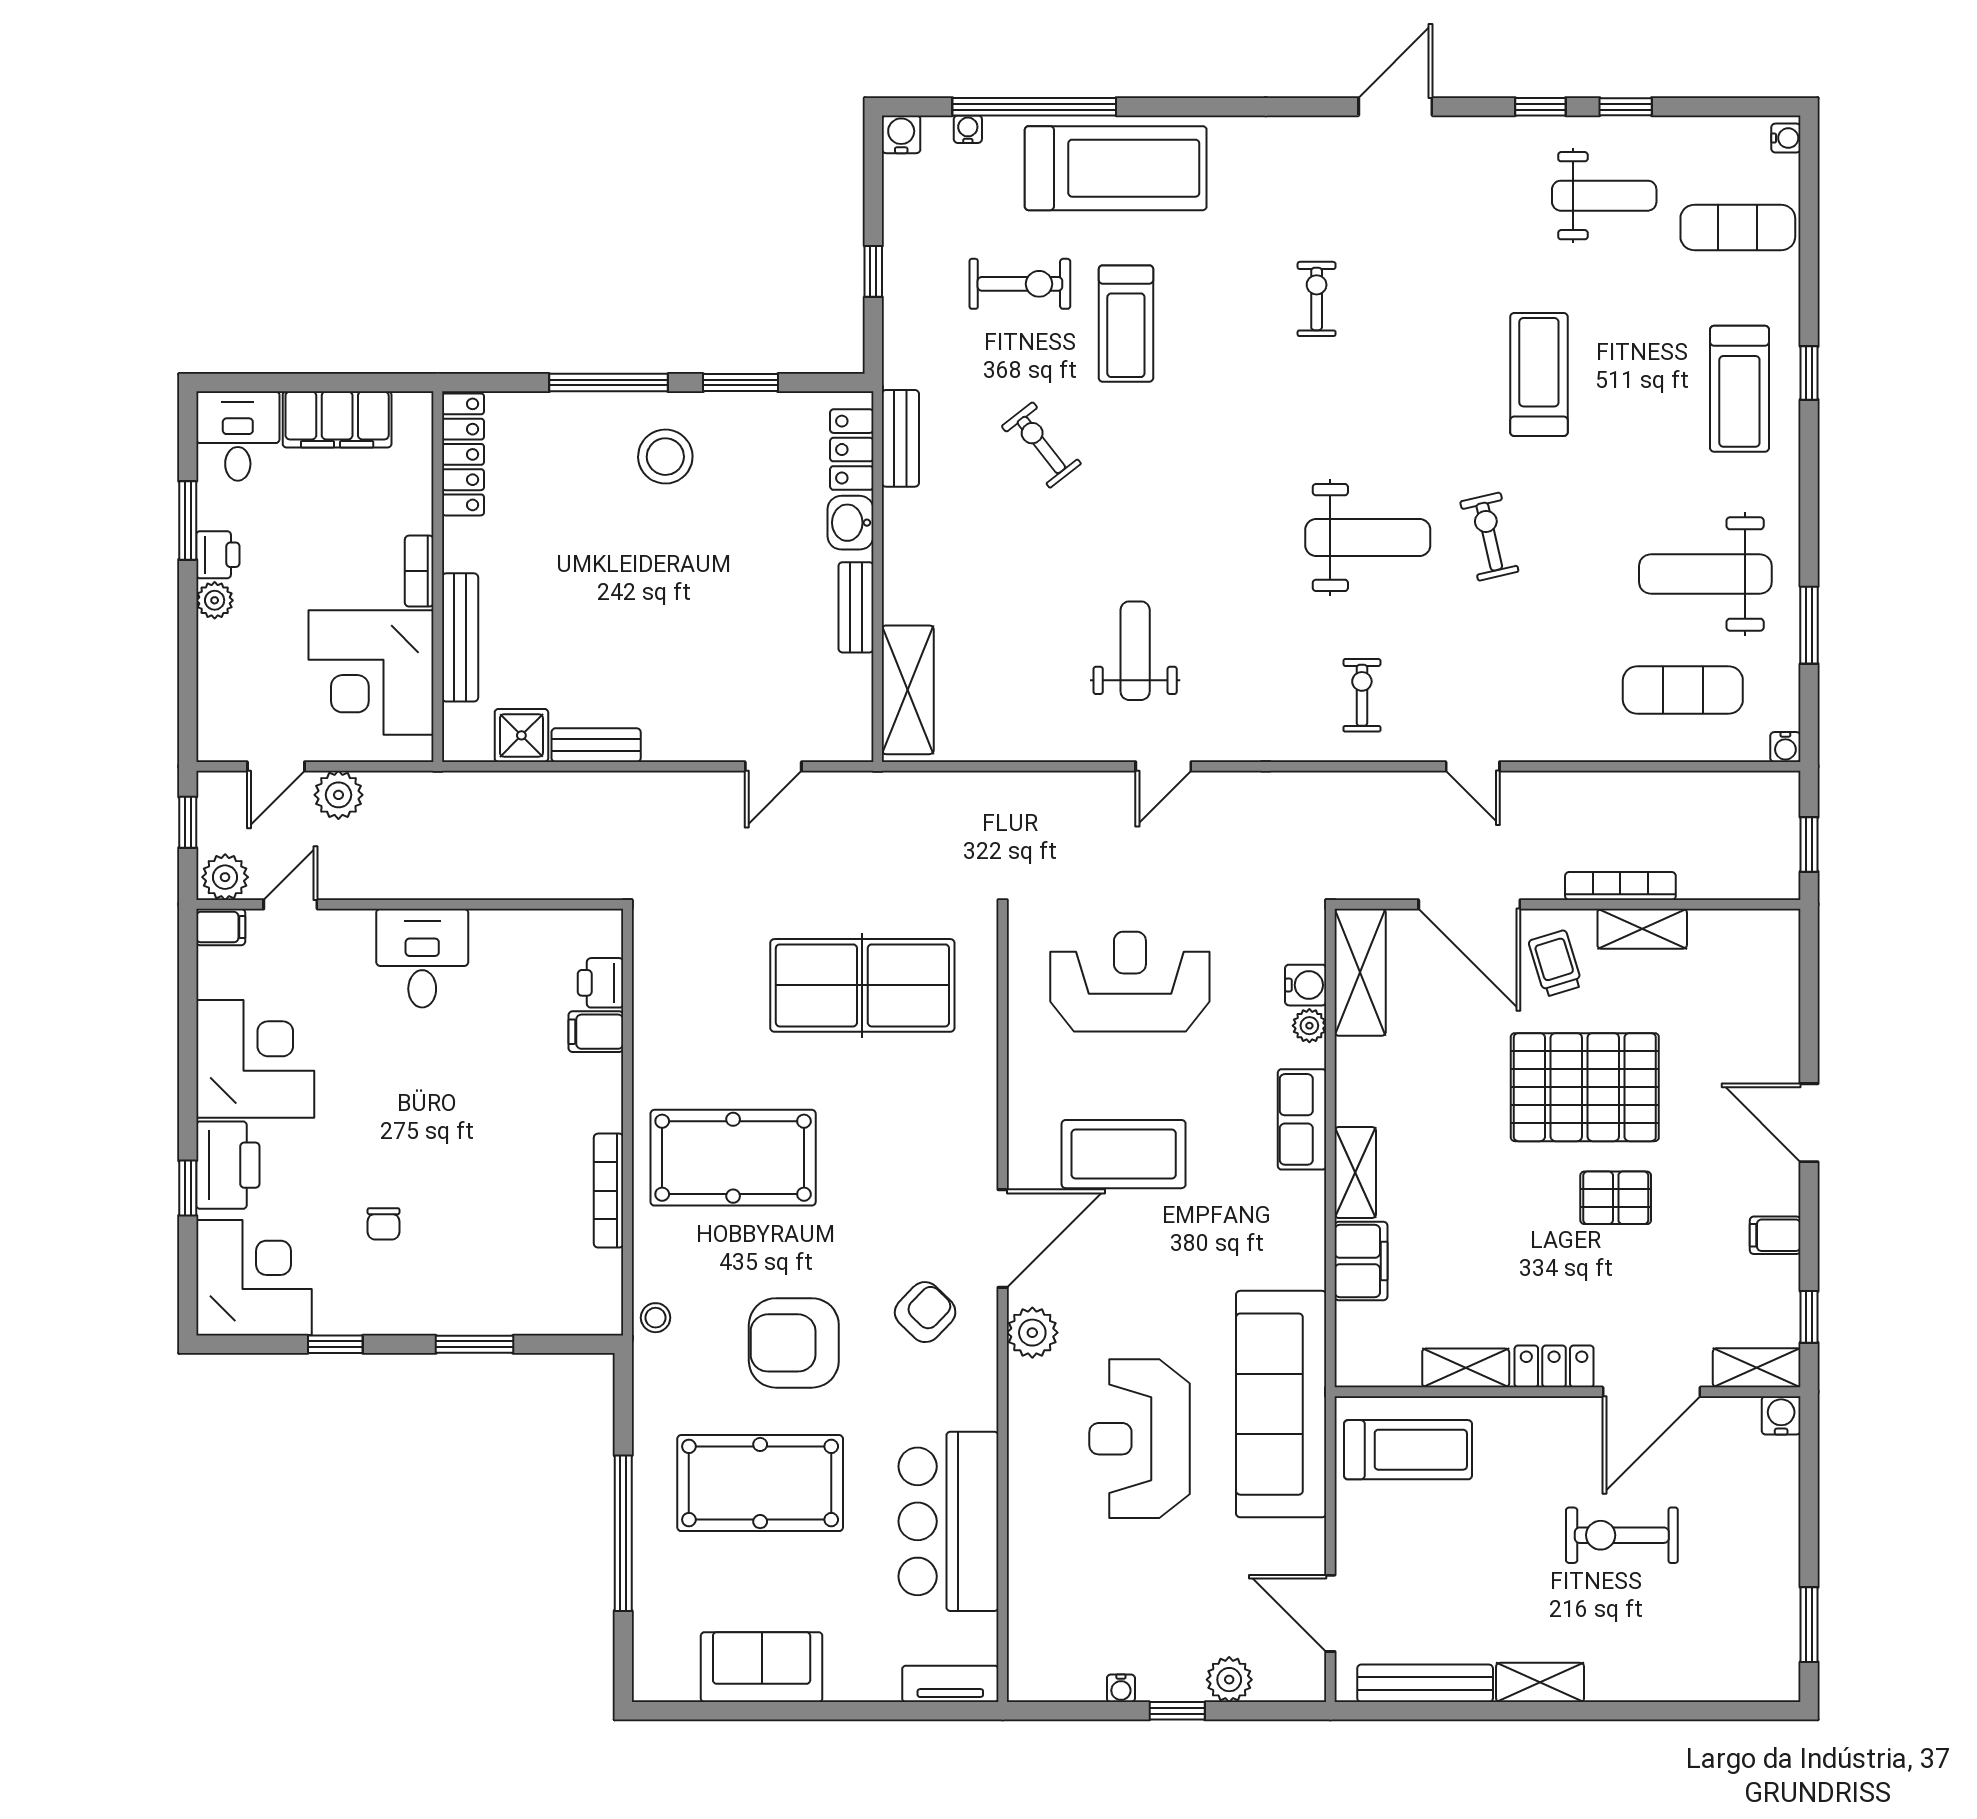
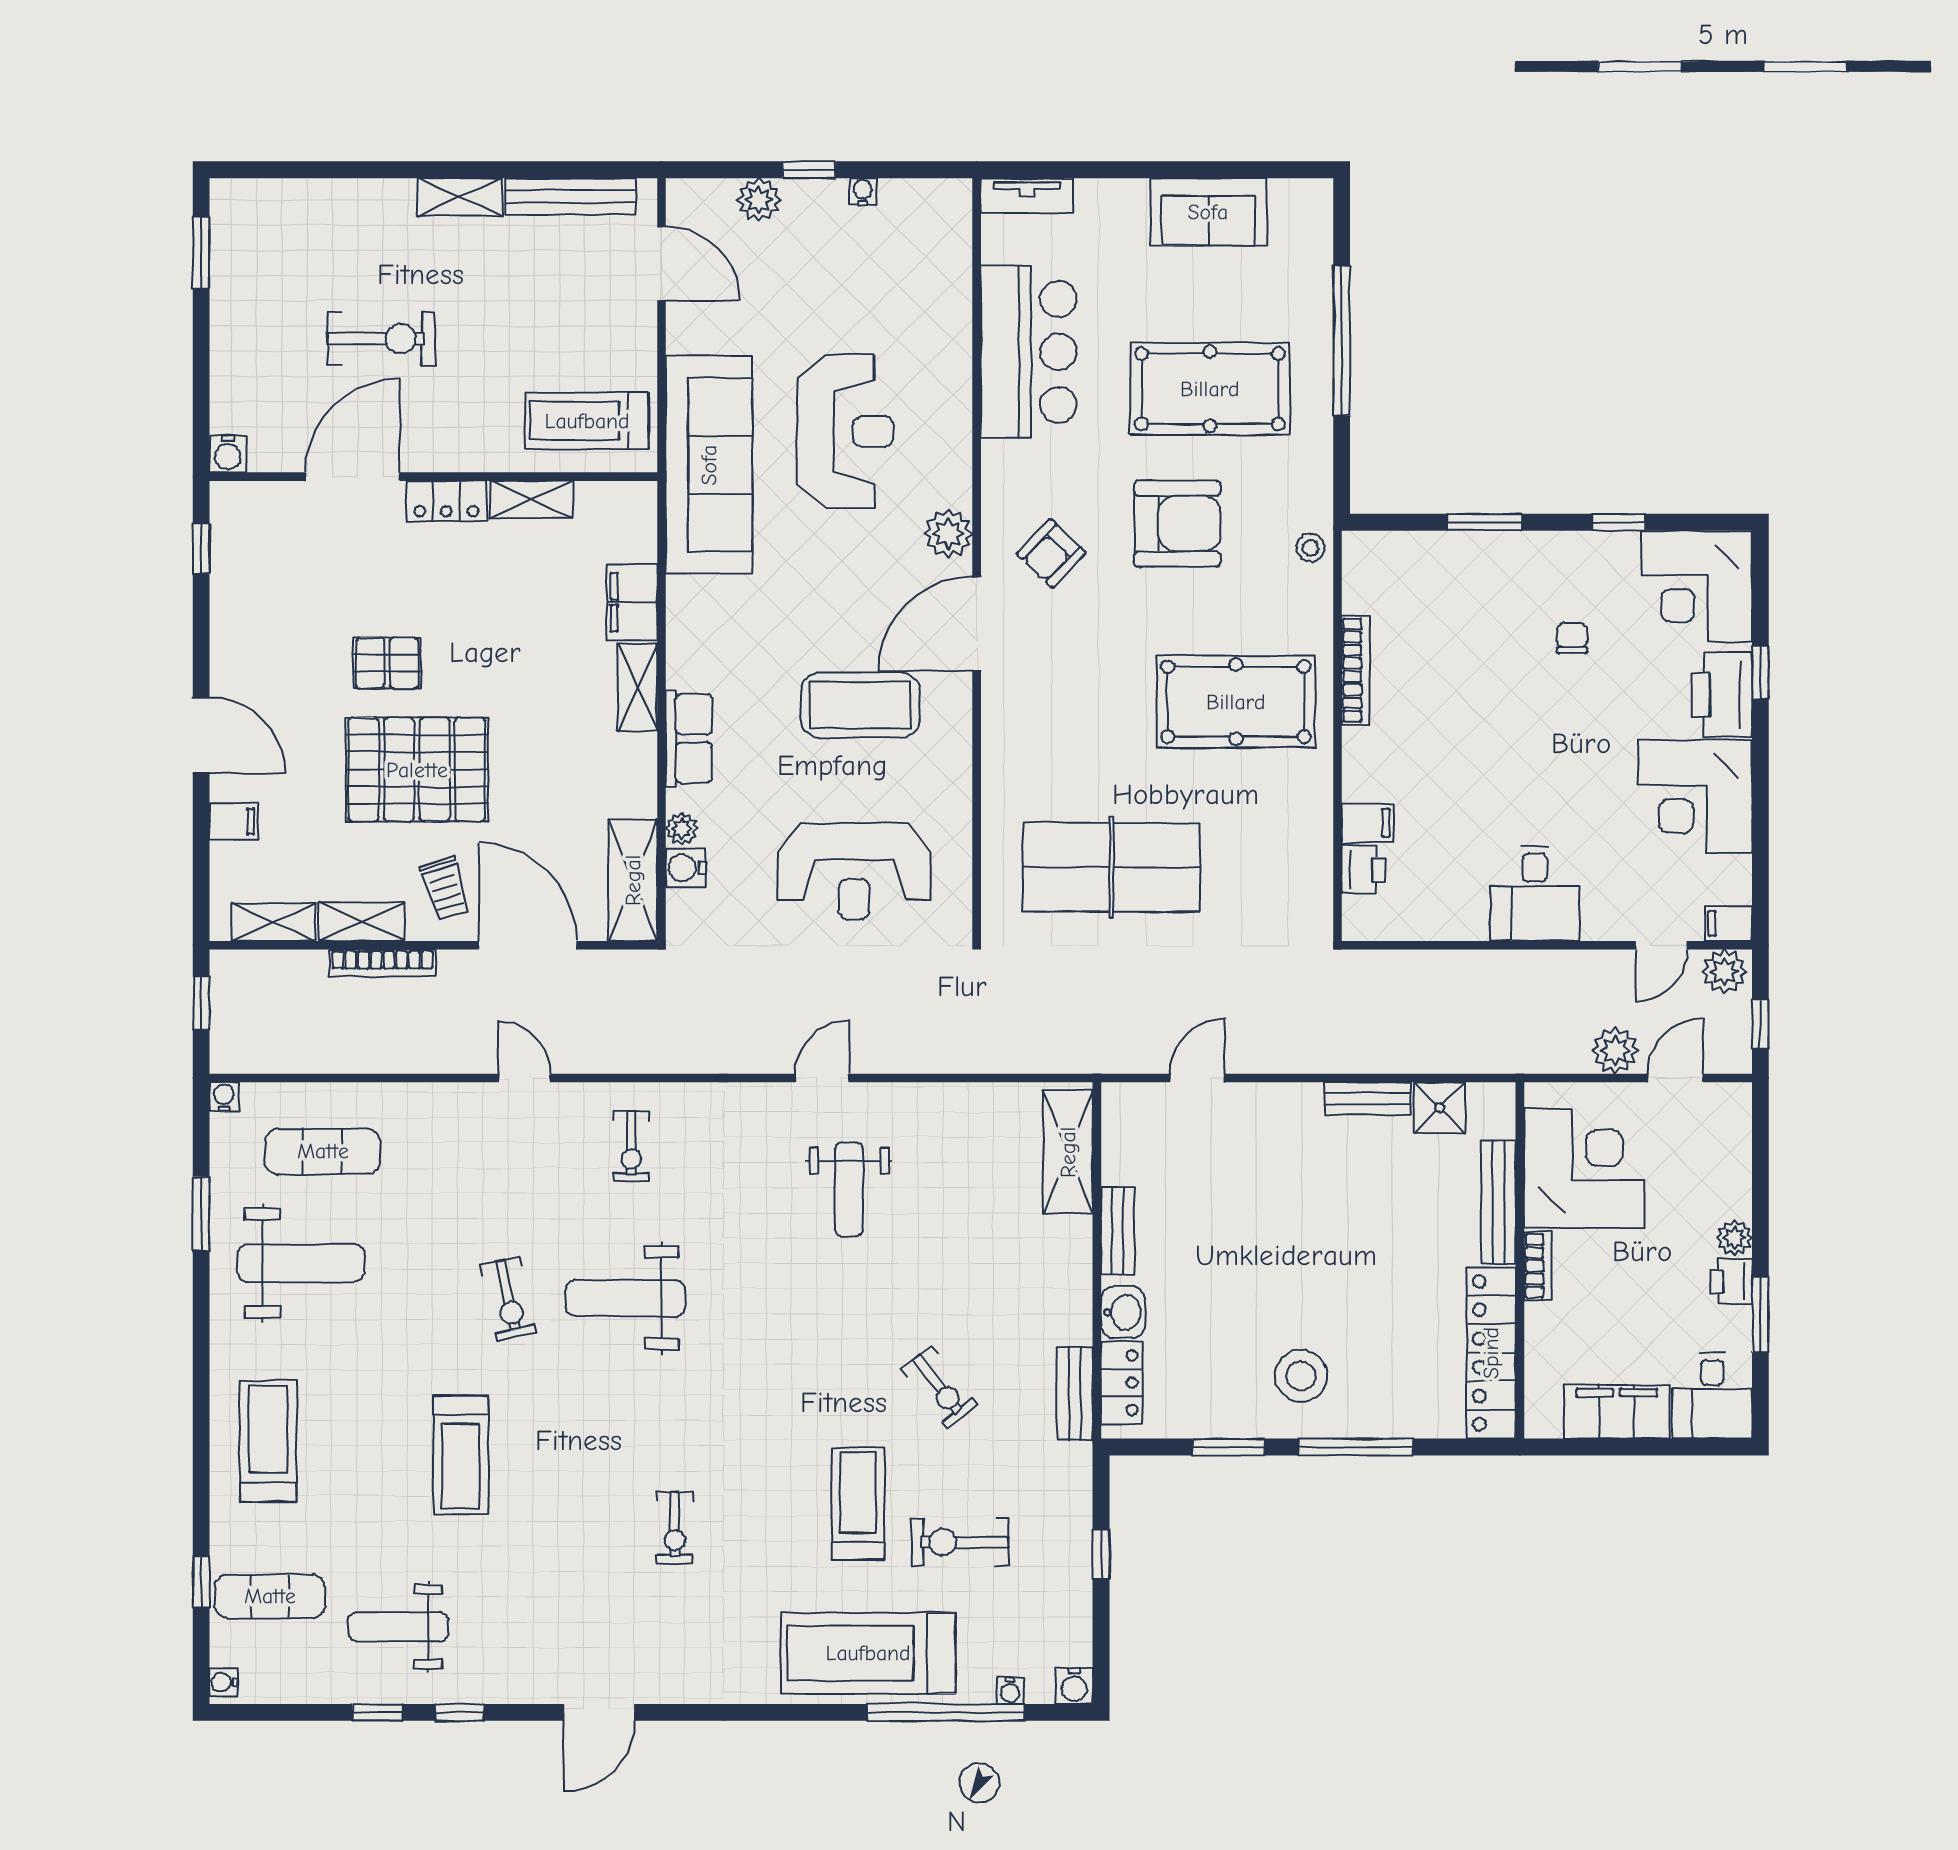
window: (1809, 373) -> (201, 1582), moved
locker: (463, 454) -> (1491, 1353), width x1.41, depth x1.21
filing cabinet: (1775, 1235) -> (234, 821), moved
shelving: (1757, 1368) -> (273, 922), moved

